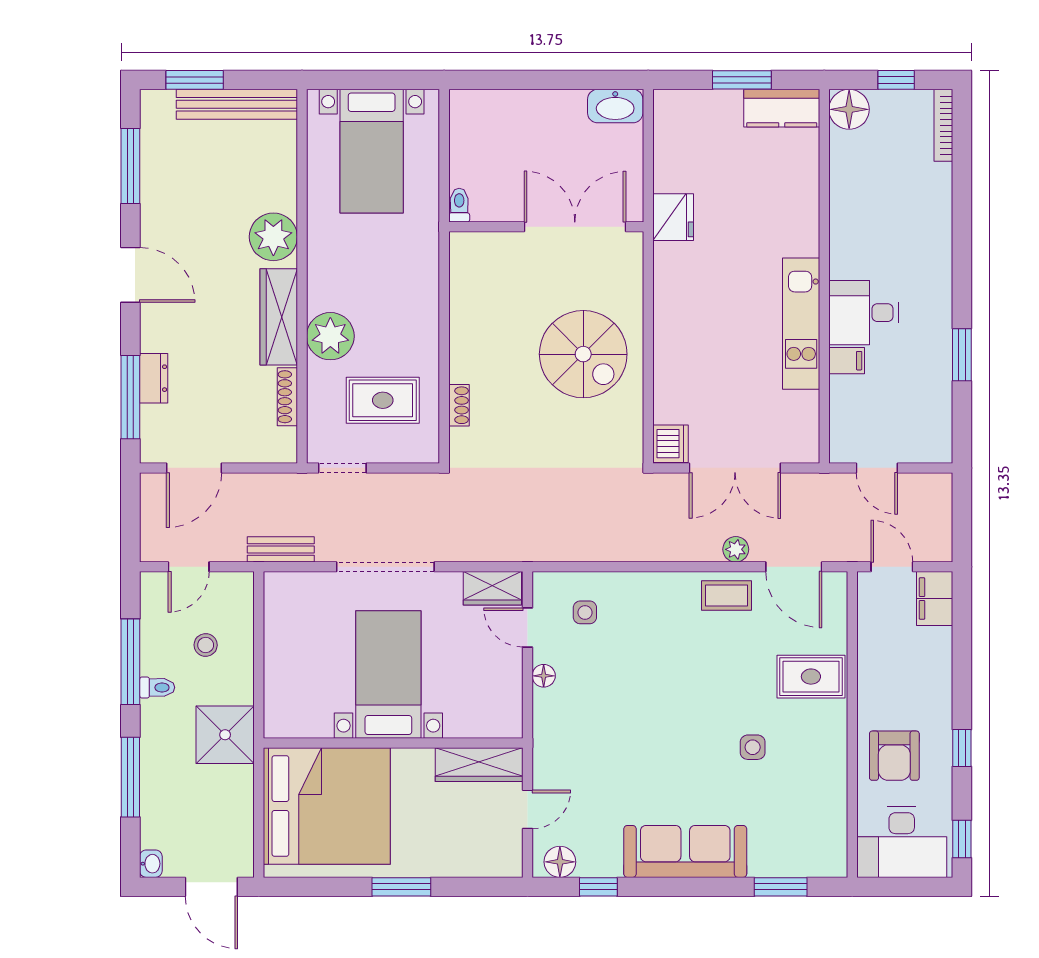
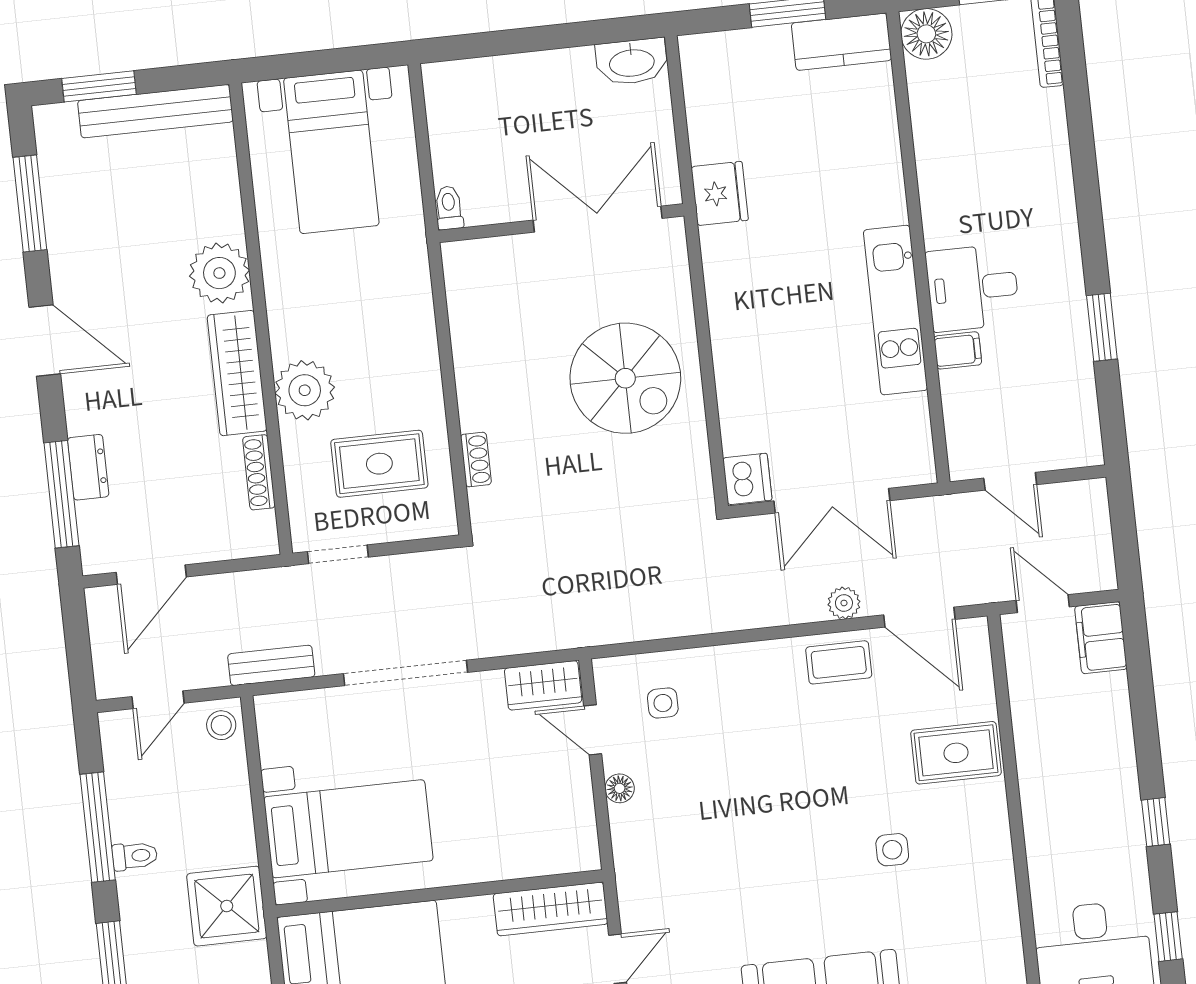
stool: (206, 645) -> (221, 725), moved
bed with nightstands: (388, 674) -> (348, 829), moved, turned 90
armchair: (894, 756) -> (1072, 841), removed

